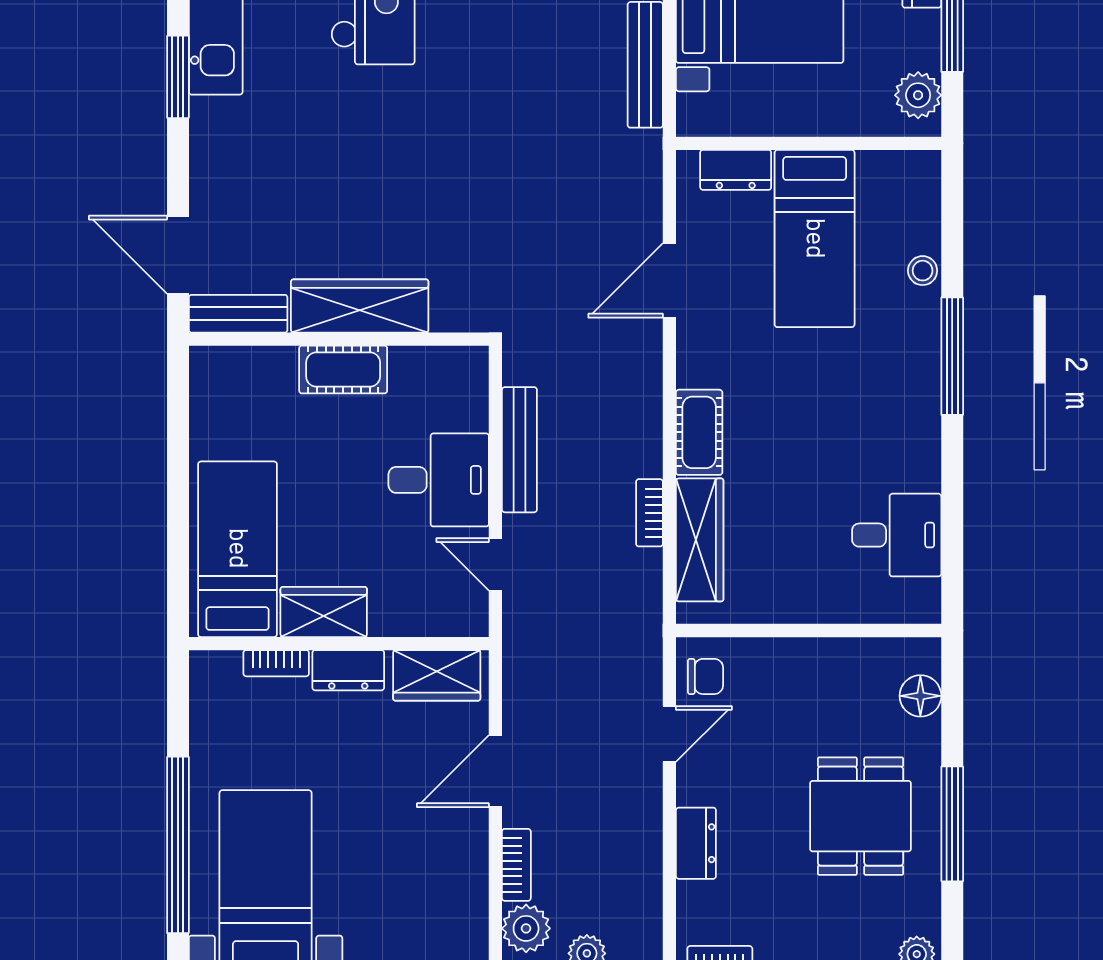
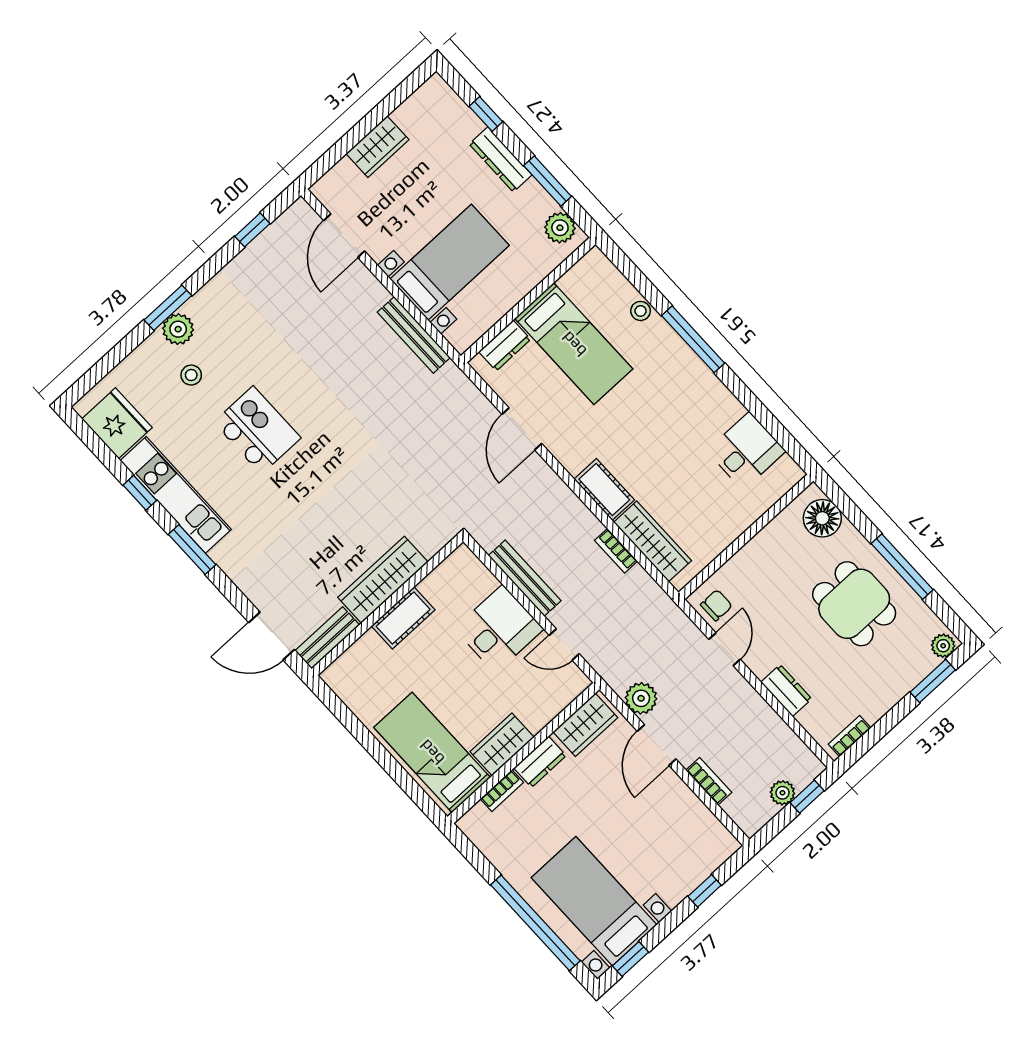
floor lamp: (920, 696) -> (822, 518), width x1.38, depth x1.38
plant: (526, 928) -> (641, 698), moved

